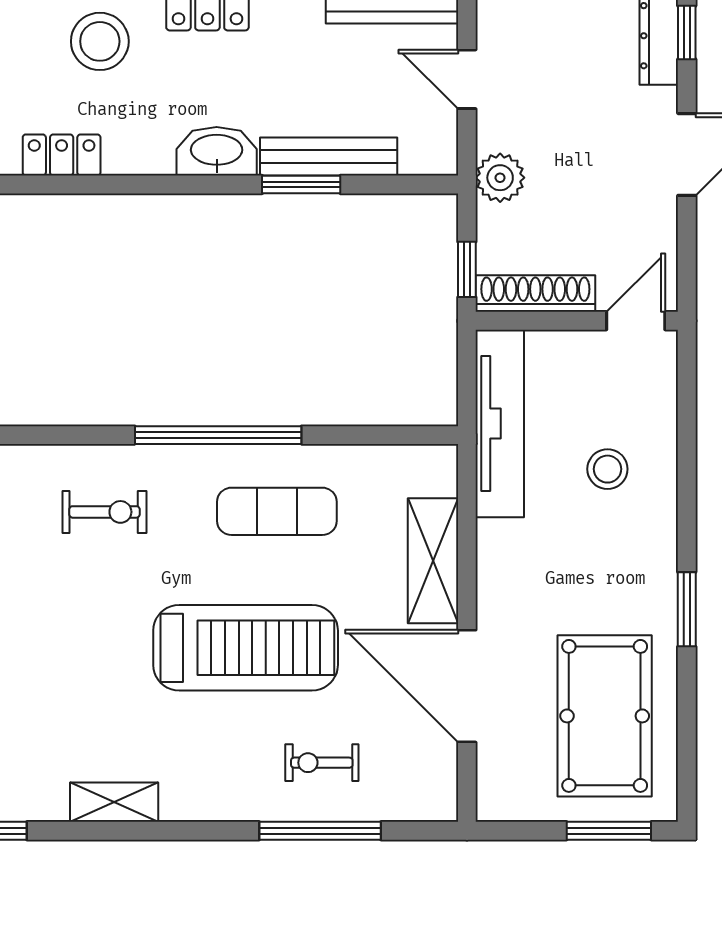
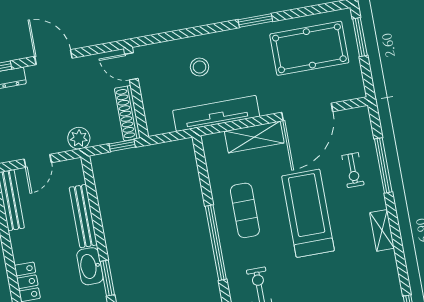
window: (301, 184) -> (107, 278), moved
tv unit: (500, 423) -> (216, 113), moved
shelving: (114, 802) -> (382, 230), moved

